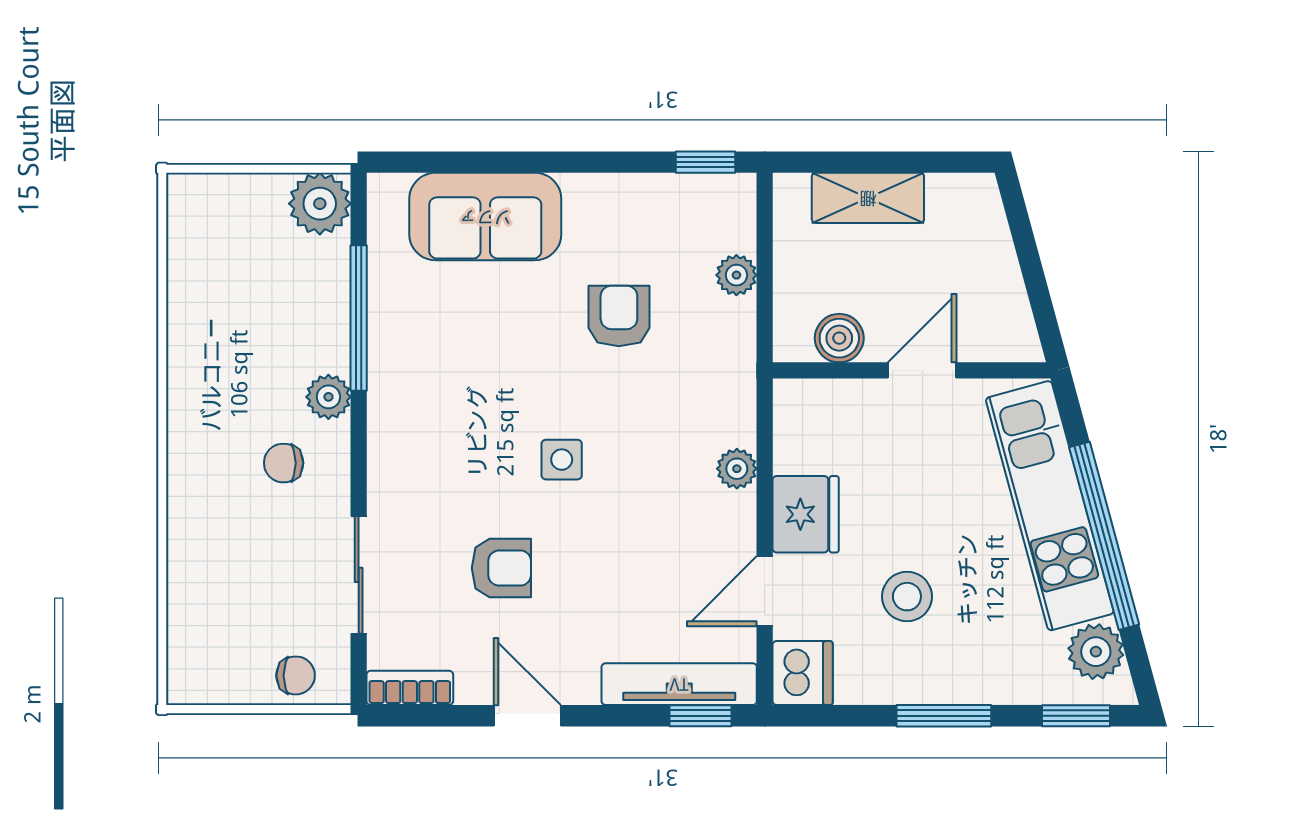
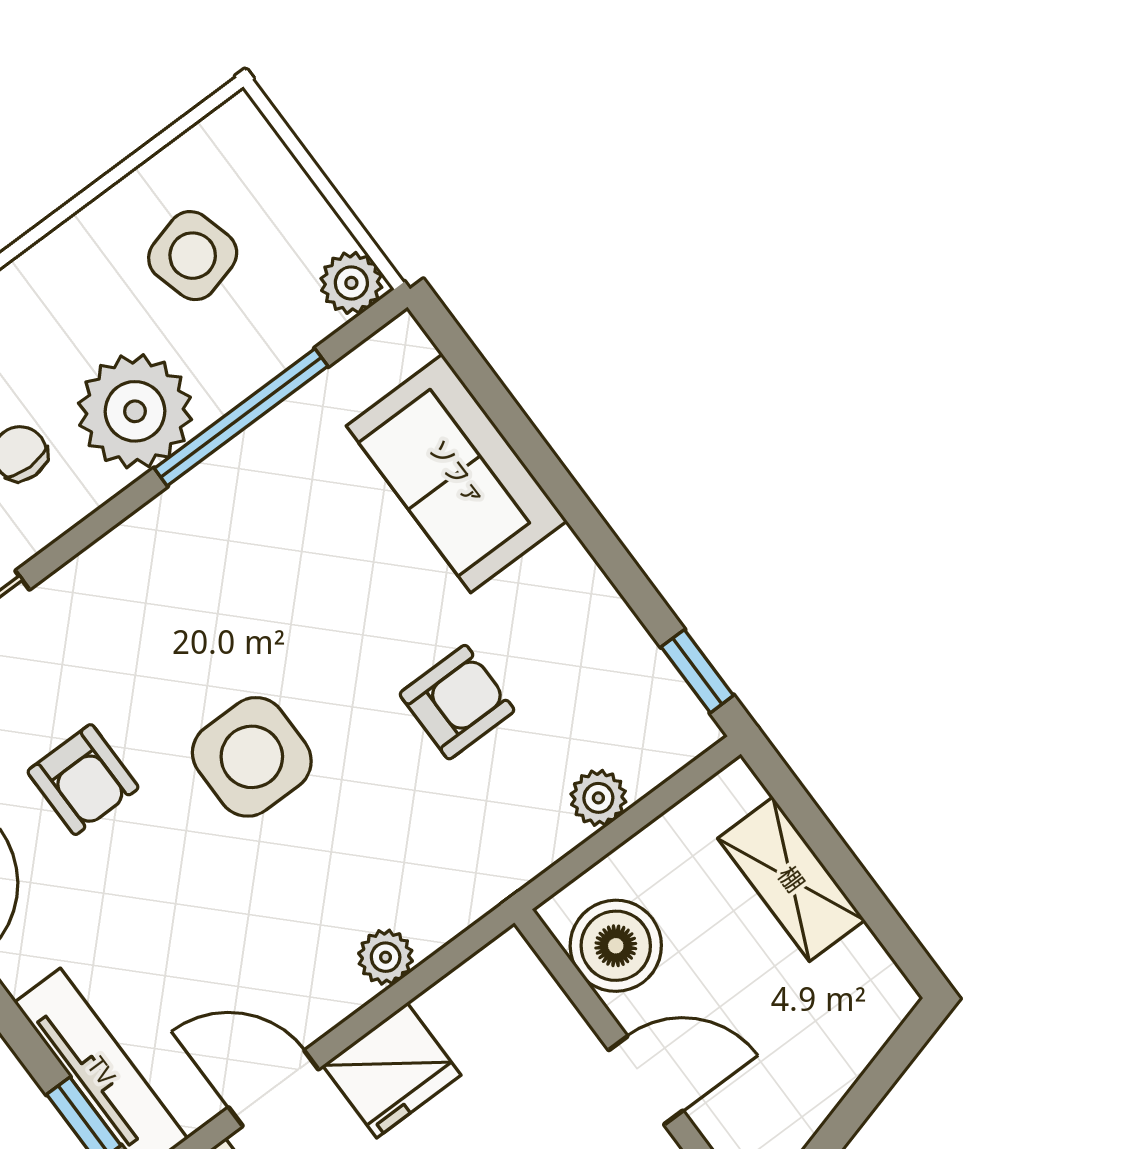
plant: (320, 204) -> (351, 283), width x0.73, depth x0.73
side table: (243, 276) -> (193, 256), added
boiler: (839, 338) -> (616, 946), width x1.36, depth x1.36
plant: (328, 397) -> (135, 411), width x1.88, depth x1.88
side table: (562, 460) -> (252, 757), width x1.87, depth x1.87

